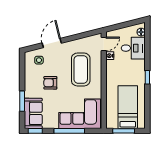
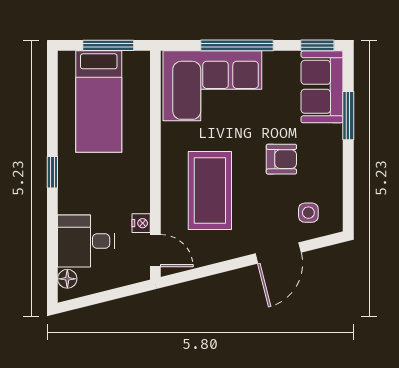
door: (104, 44) -> (155, 251), swing flipped

